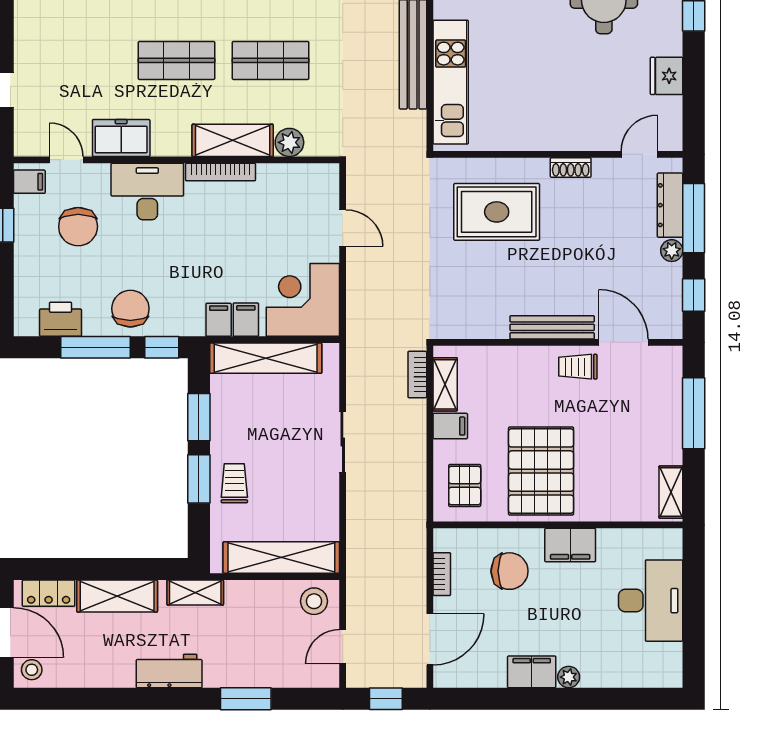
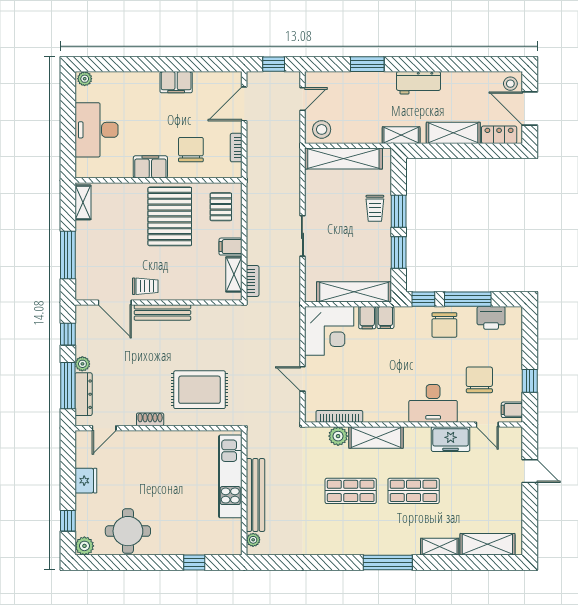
bookcase: (220, 172) -> (339, 416), moved
chair: (510, 571) -> (191, 150), turned 90
plant: (569, 677) -> (85, 79), moved

